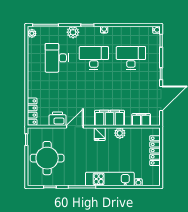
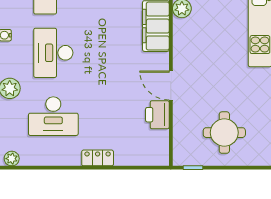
locker: (32, 112) -> (98, 158), moved, width x0.66
fridge: (100, 134) -> (184, 43), removed
round table: (47, 158) -> (224, 133), width x0.73, depth x0.73

